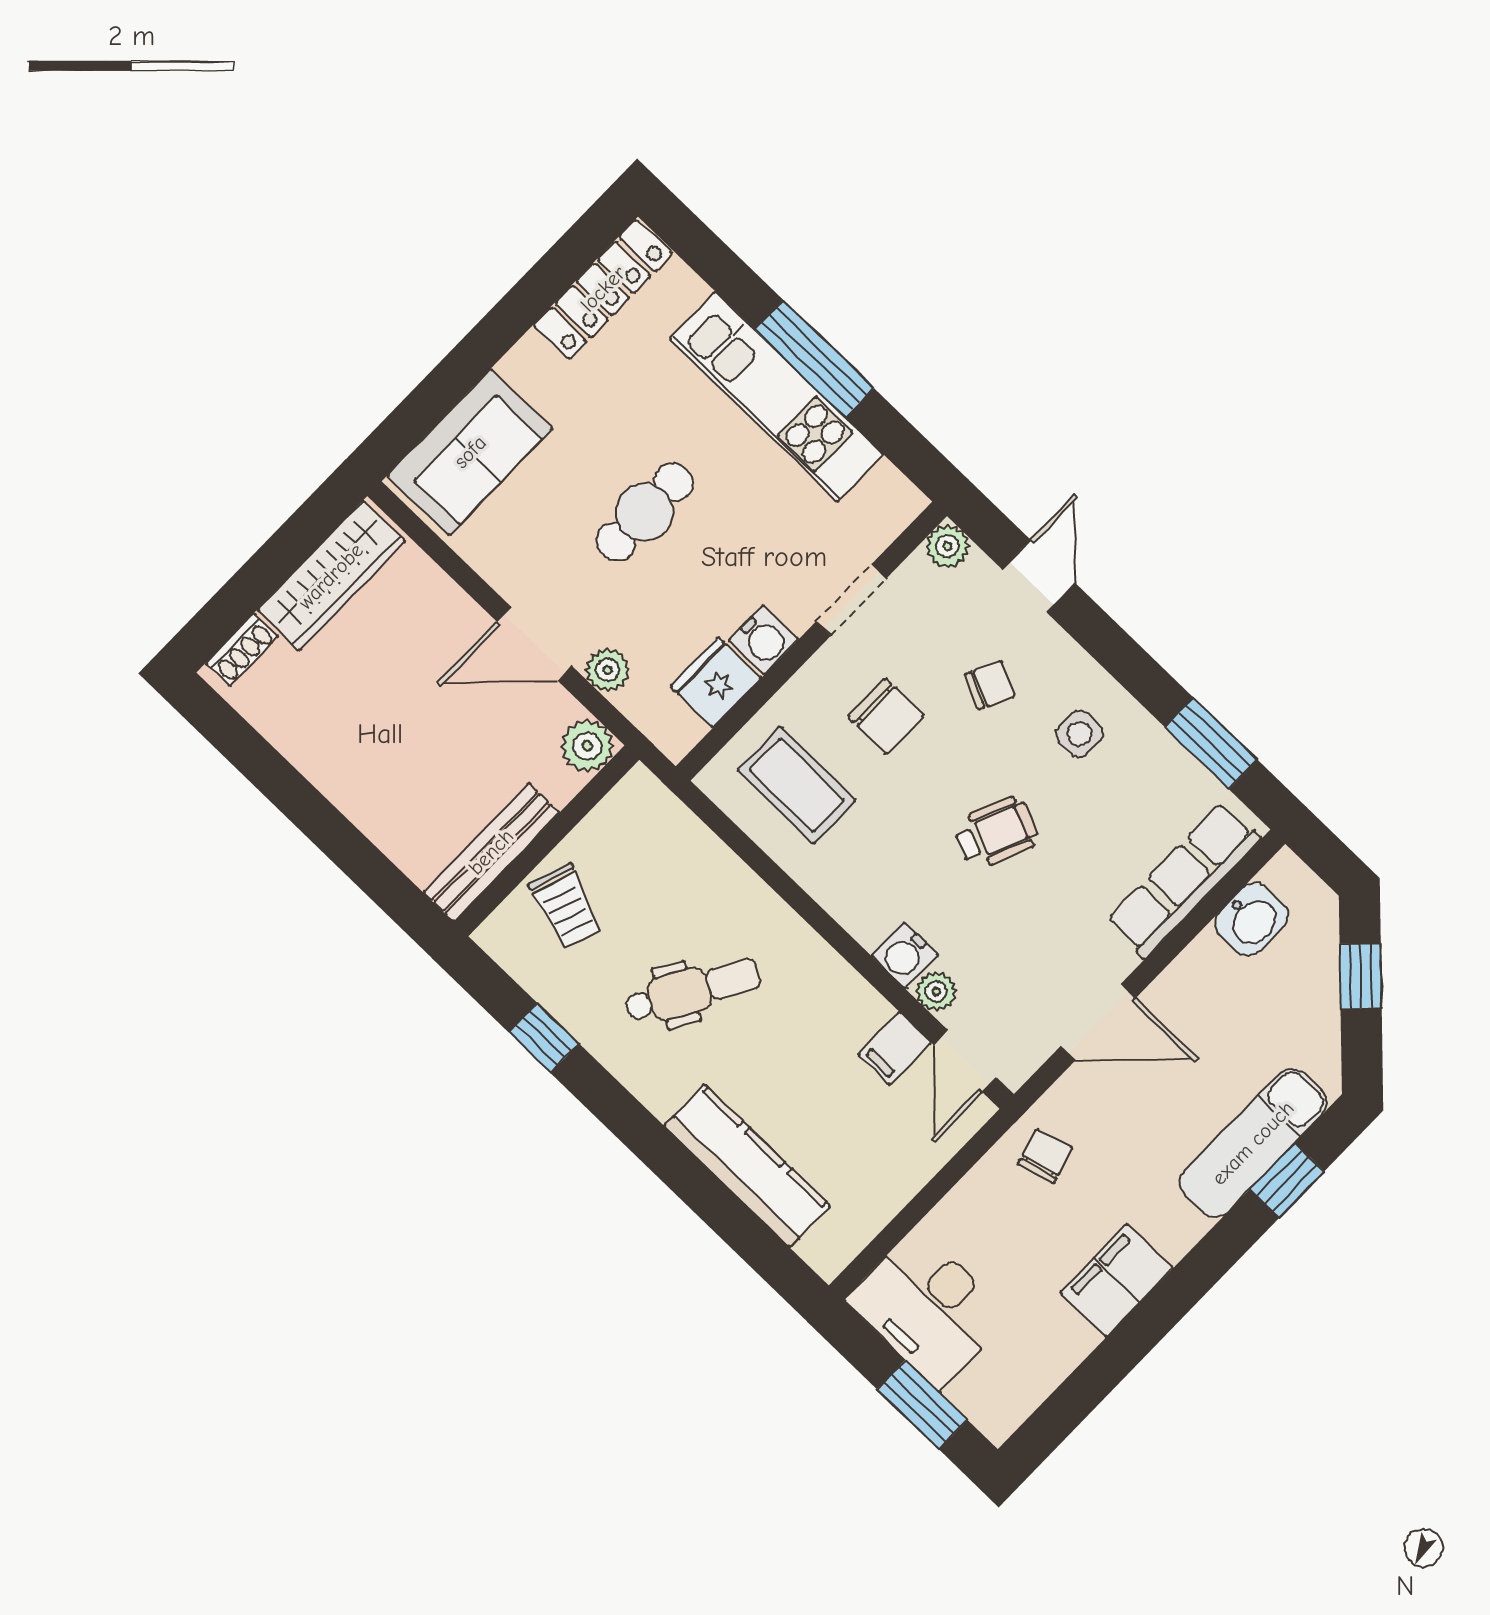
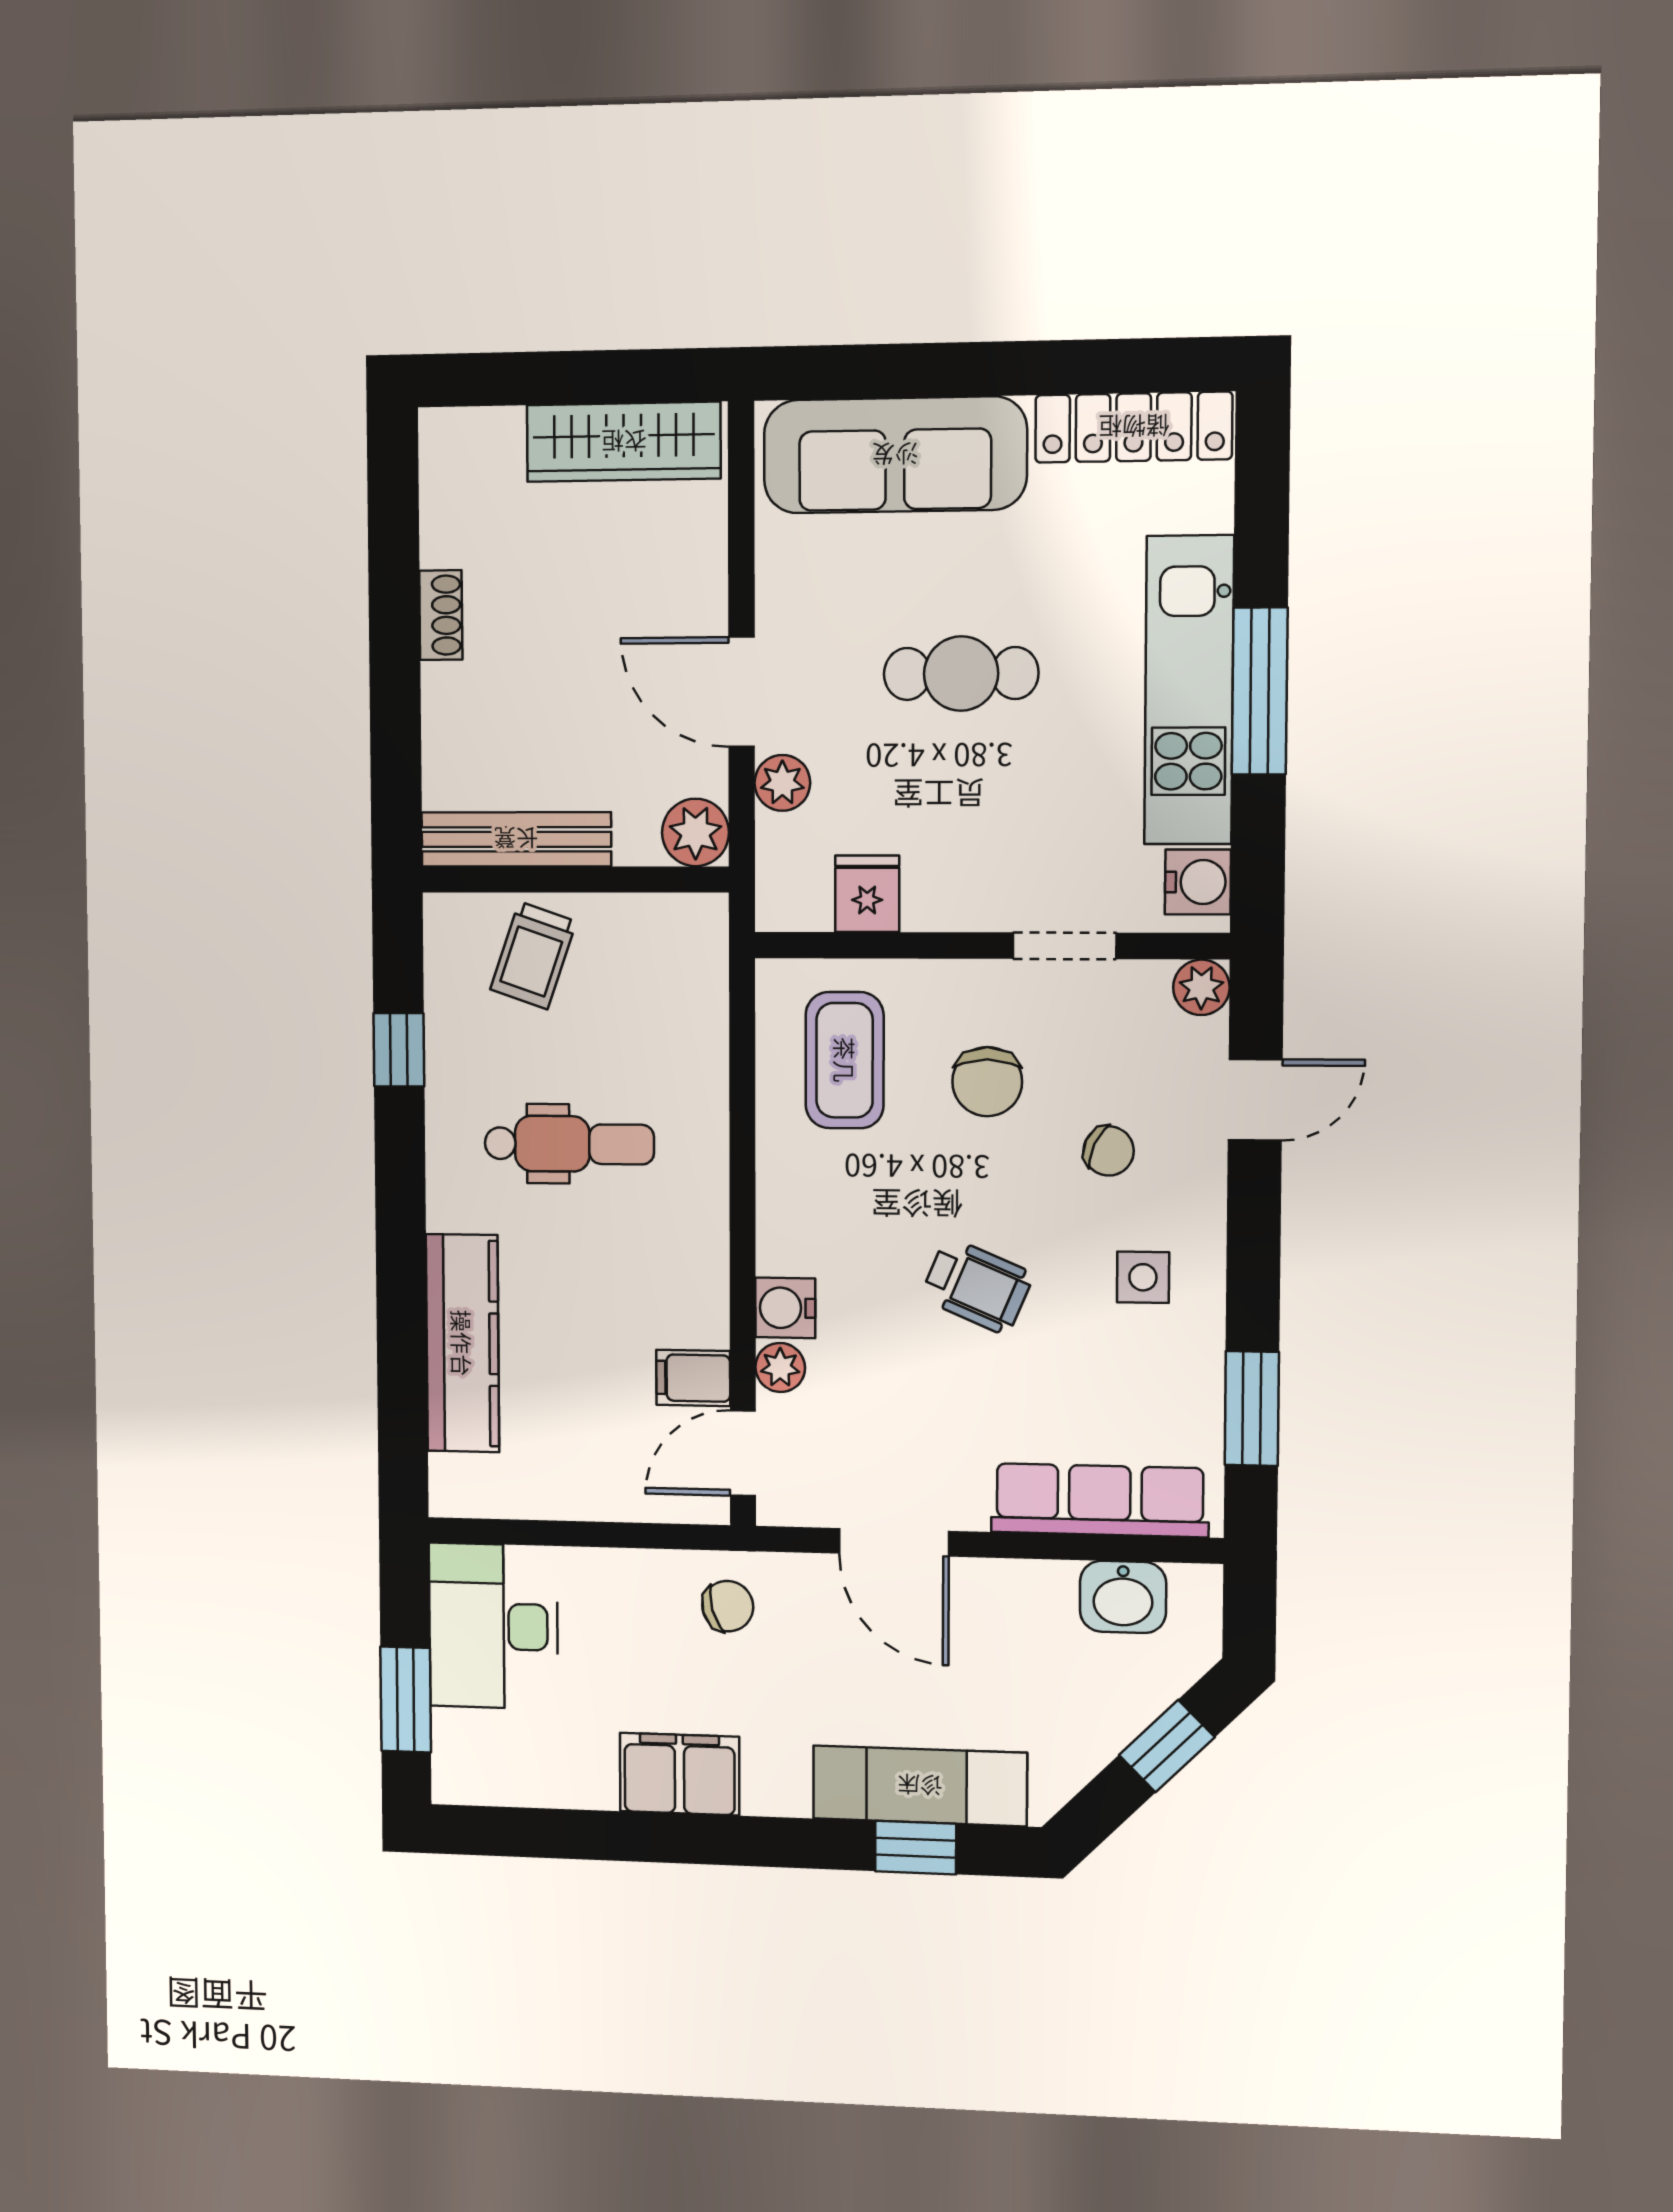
sofa: (470, 452) -> (895, 455), width x1.36
water cooler: (764, 640) -> (1198, 882), moved, turned -90
shoe rack: (242, 650) -> (441, 615), moved, turned -90
fridge: (716, 682) -> (867, 894), width x0.72
dental chair: (693, 990) -> (569, 1144), turned -30

